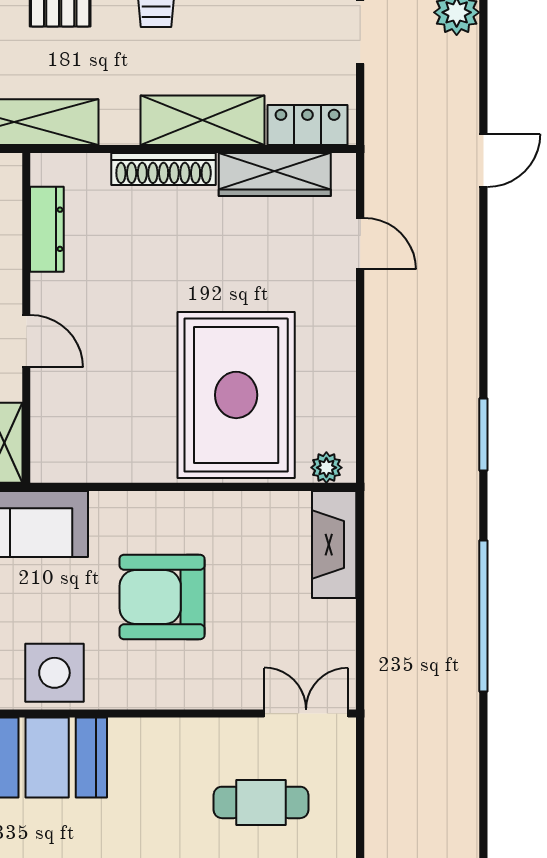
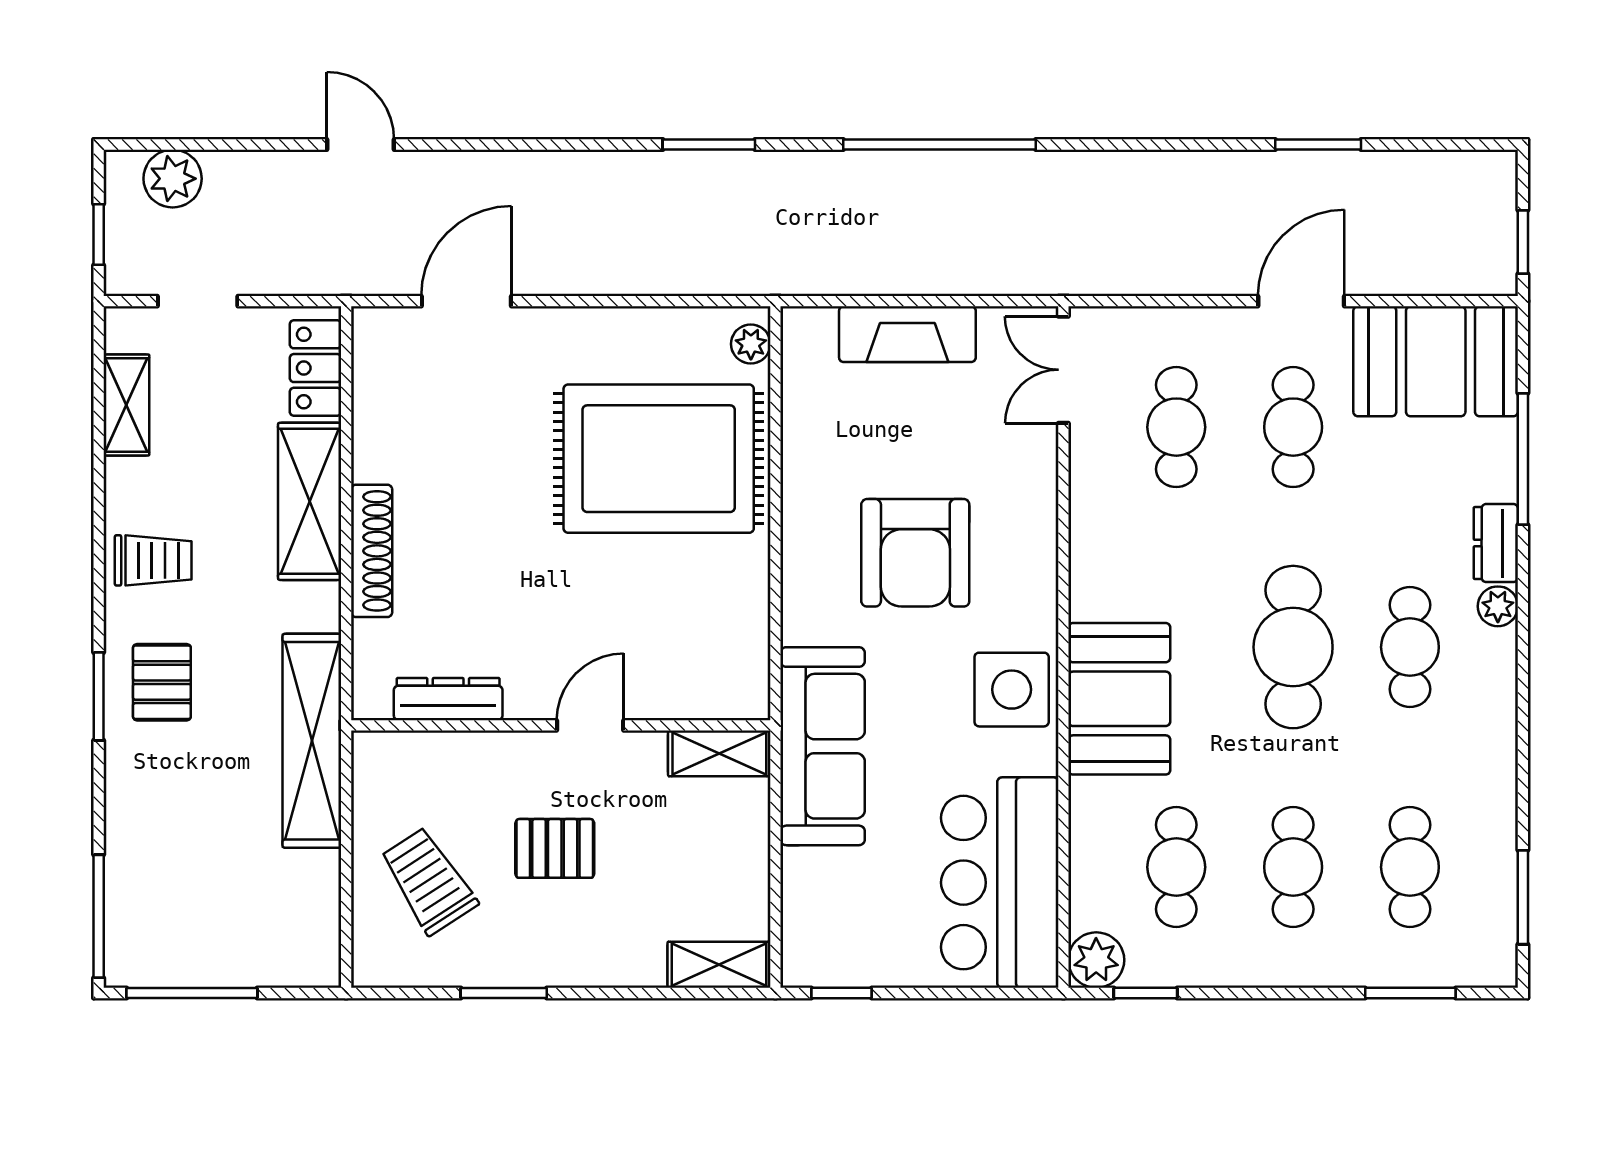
wardrobe: (275, 175) -> (379, 410), removed
door: (360, 244) -> (466, 301), width x1.38
fireplace: (334, 545) -> (907, 334), moved

